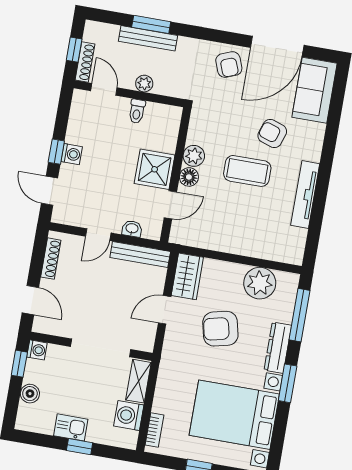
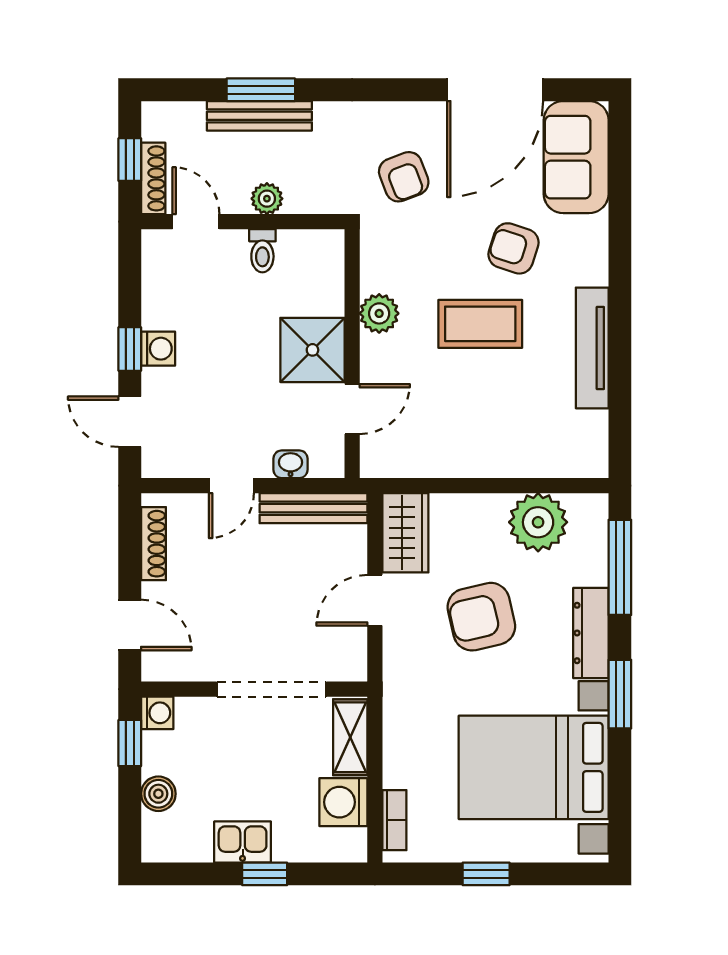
armchair: (229, 65) -> (404, 177), moved
floor lamp: (189, 177) -> (377, 353), removed

